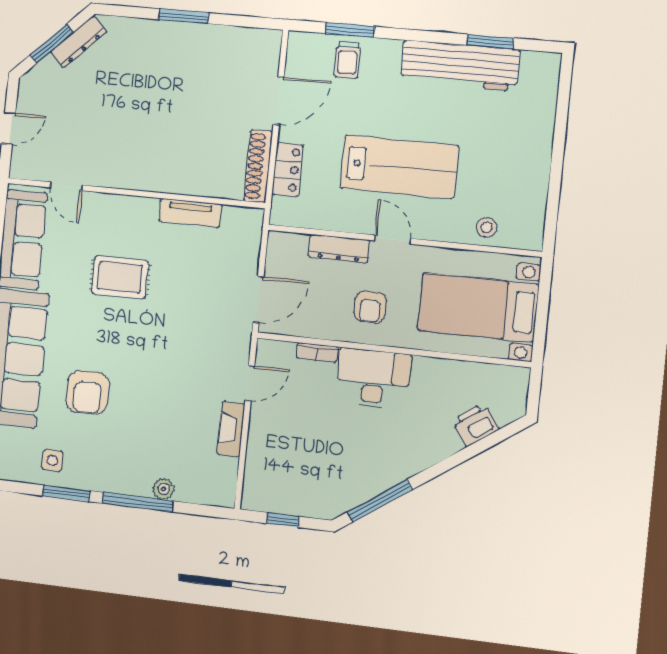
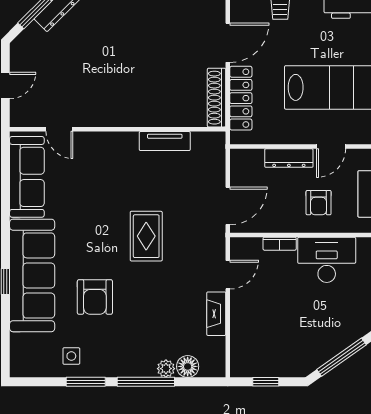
locker: (288, 170) -> (241, 98), width x1.53
door: (393, 240) -> (331, 146), swing flipped
rug: (120, 277) -> (146, 236), moved, turned 90
floor lamp: (190, 490) -> (188, 366), added

